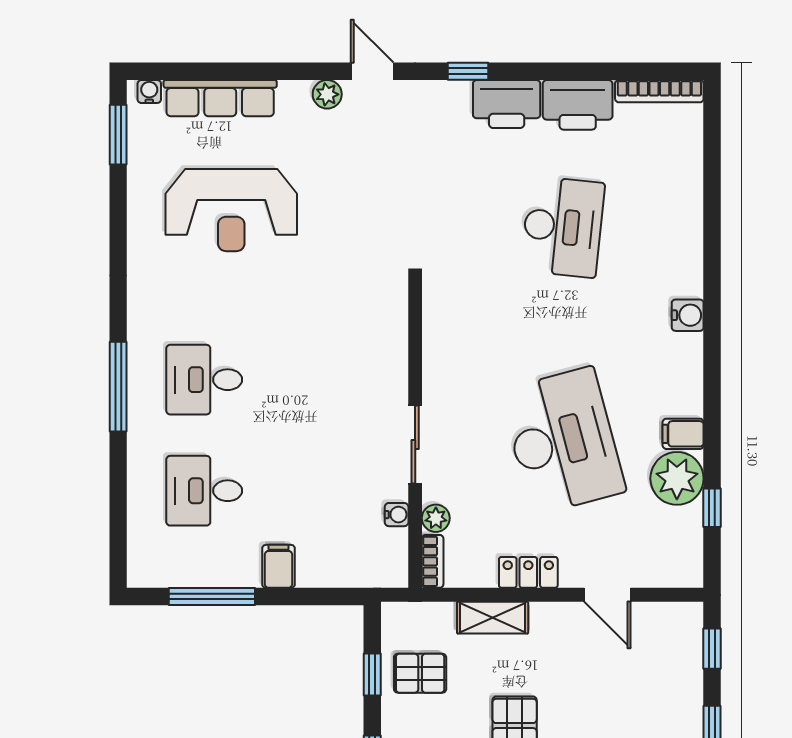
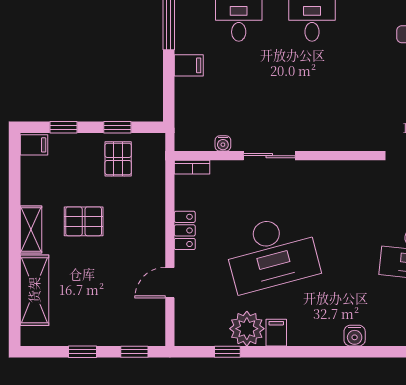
plant: (436, 518) -> (221, 169), removed
shelving: (493, 618) -> (155, 207), removed

